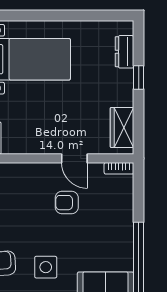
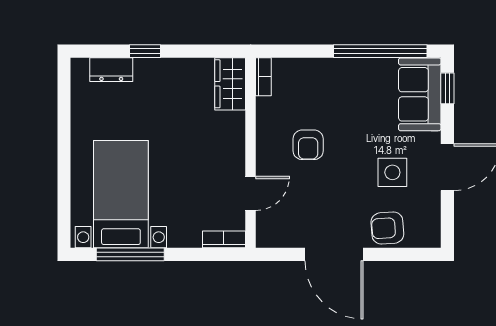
wardrobe: (122, 127) -> (230, 84), moved, turned 90
door: (74, 158) -> (251, 193), moved

